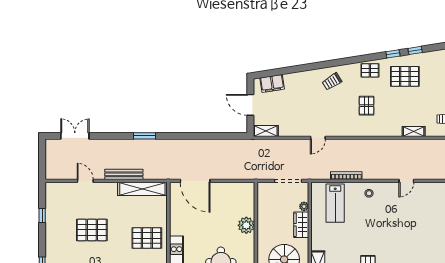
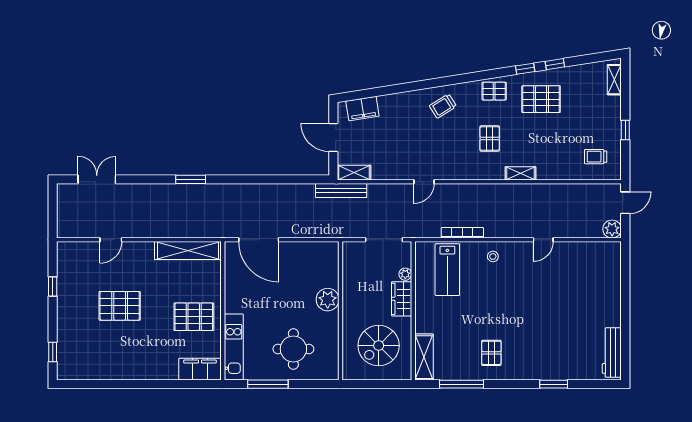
shelving: (414, 132) -> (521, 173), moved
bench: (124, 174) -> (341, 191), moved
door: (85, 181) -> (111, 240), swing flipped

